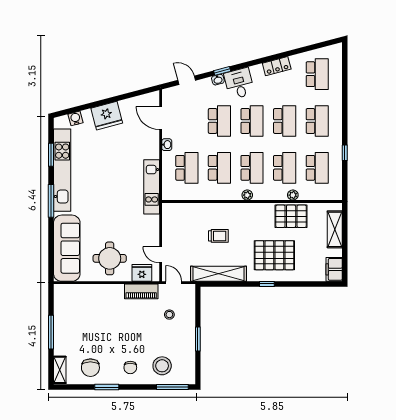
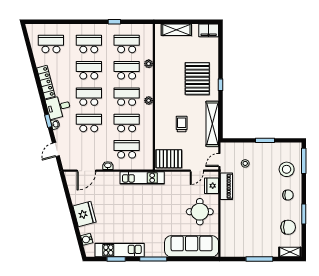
locker: (277, 66) -> (46, 82), width x1.53
kitchen unit: (62, 170) -> (120, 250), width x0.73
pallet: (291, 216) -> (169, 159), moved, turned 90

